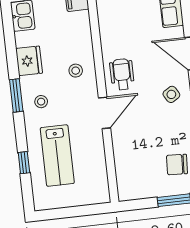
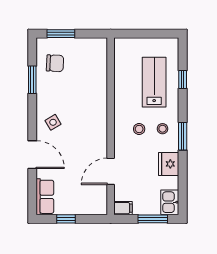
stool: (76, 71) -> (139, 129), moved
wheelchair: (122, 74) -> (92, 144), removed
door: (104, 113) -> (111, 171), moved

